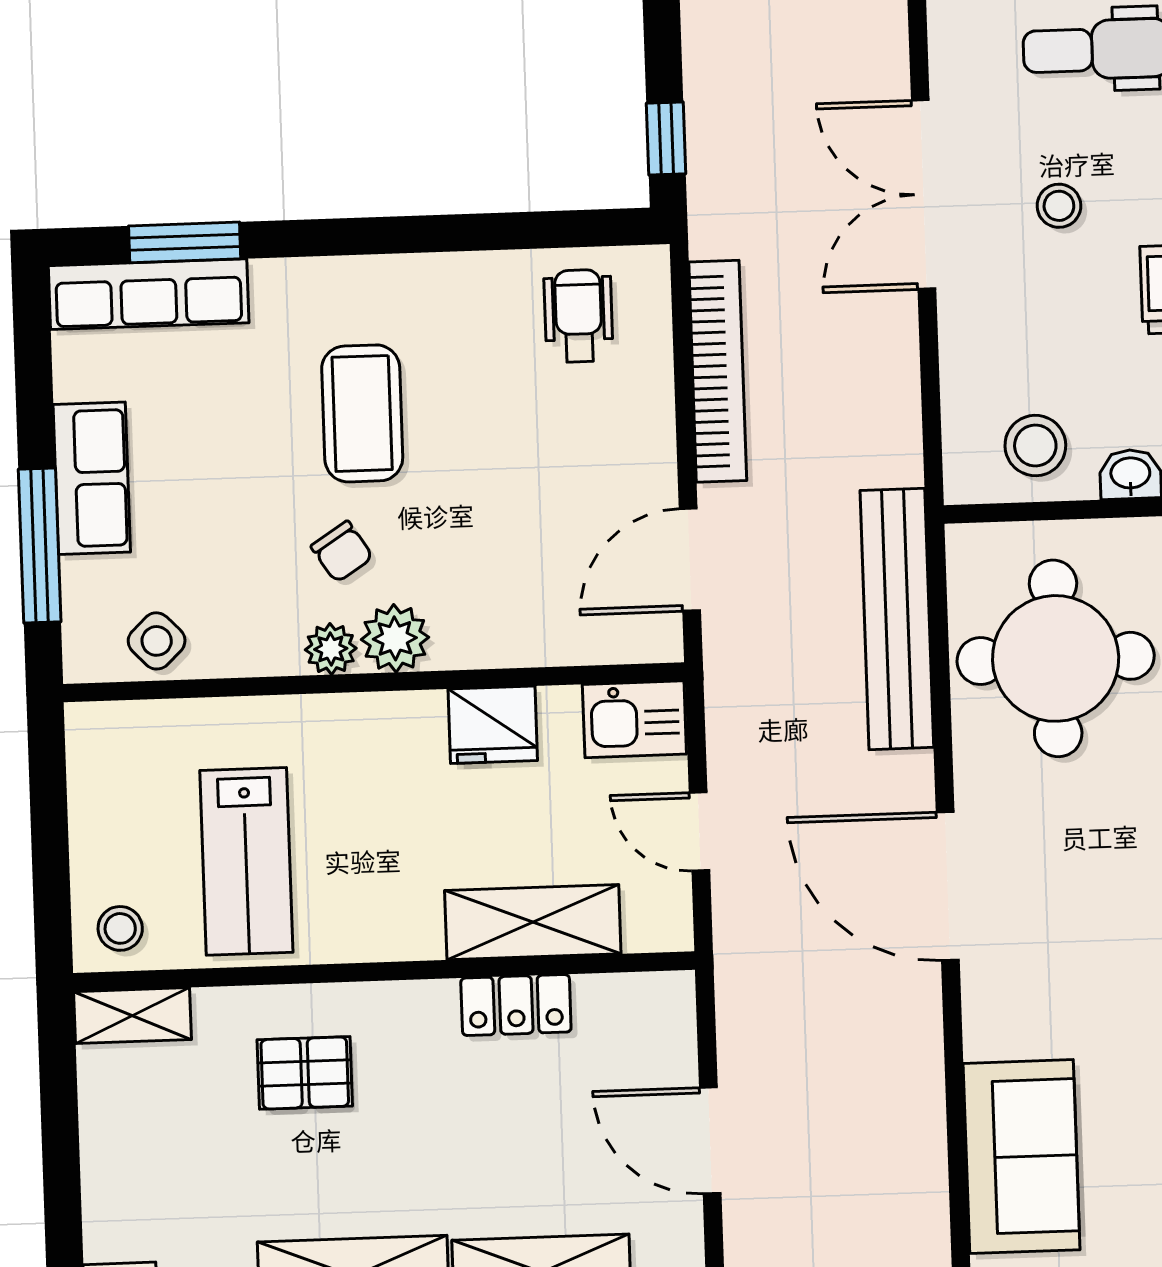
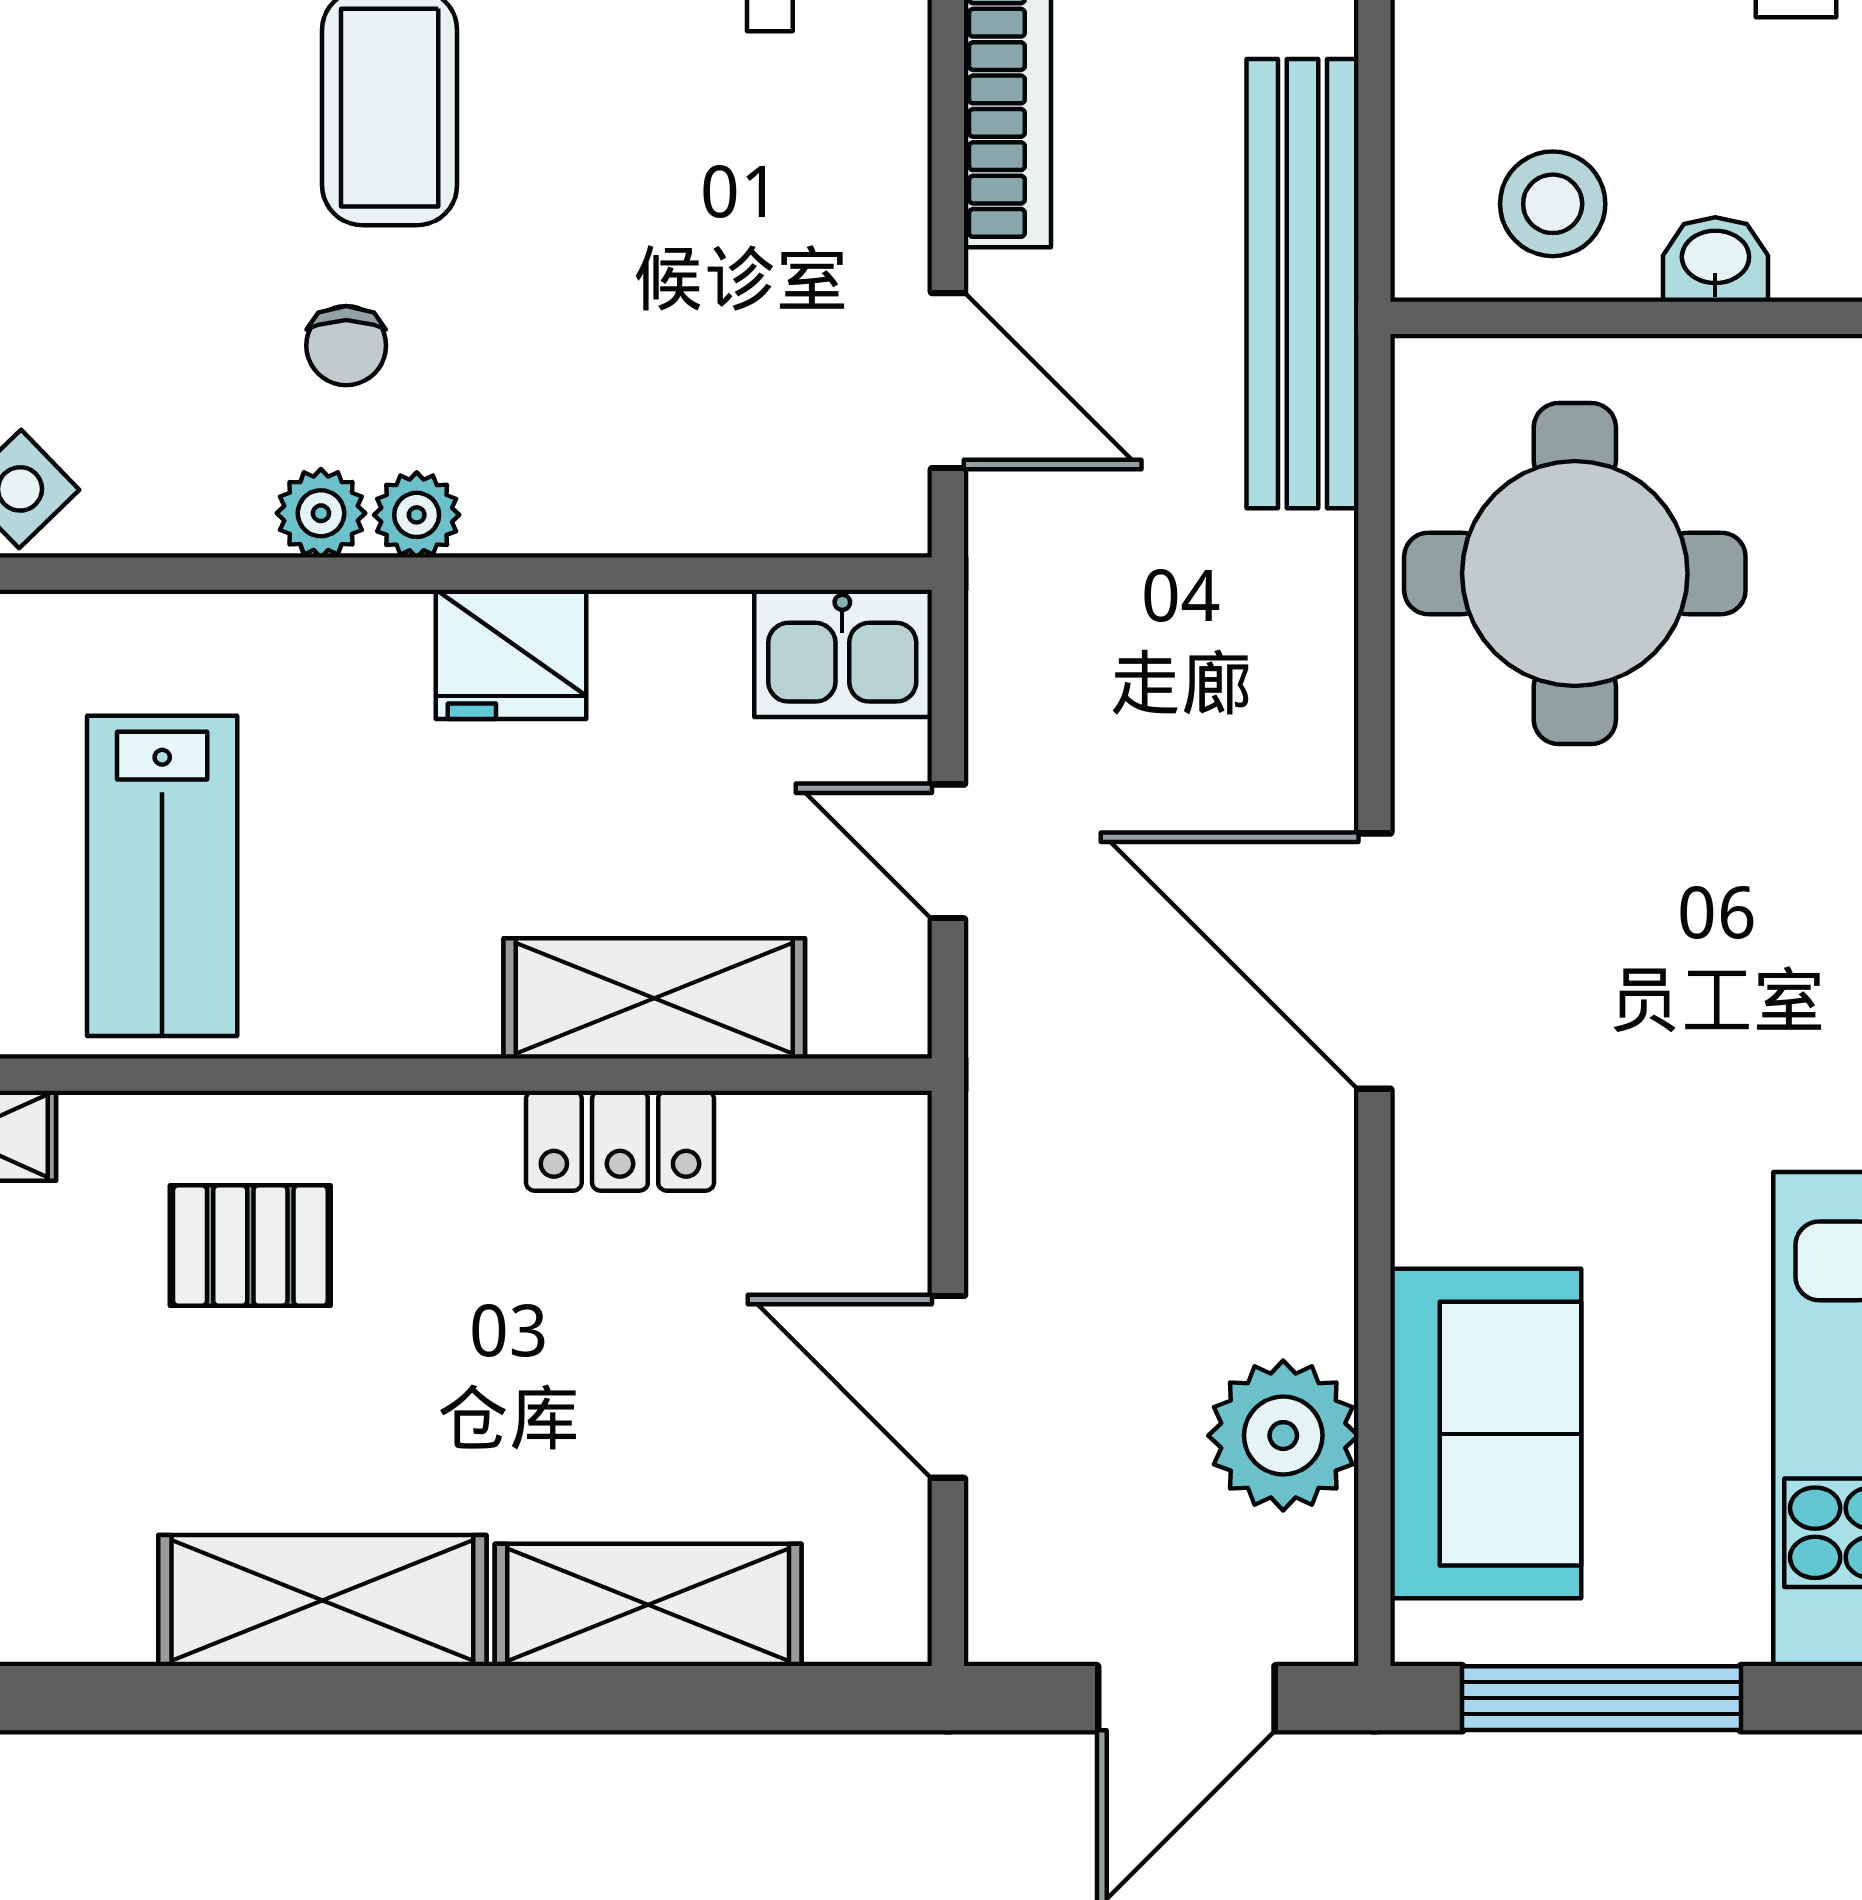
chair: (342, 552) -> (346, 346), turned 33
door: (690, 560) -> (948, 381), swing flipped
bench: (897, 619) -> (1302, 284), moved
plant: (395, 638) -> (417, 515), width x0.73, depth x0.73
fridge: (493, 725) -> (511, 654), moved
plant: (905, 1162) -> (1283, 1436), added

